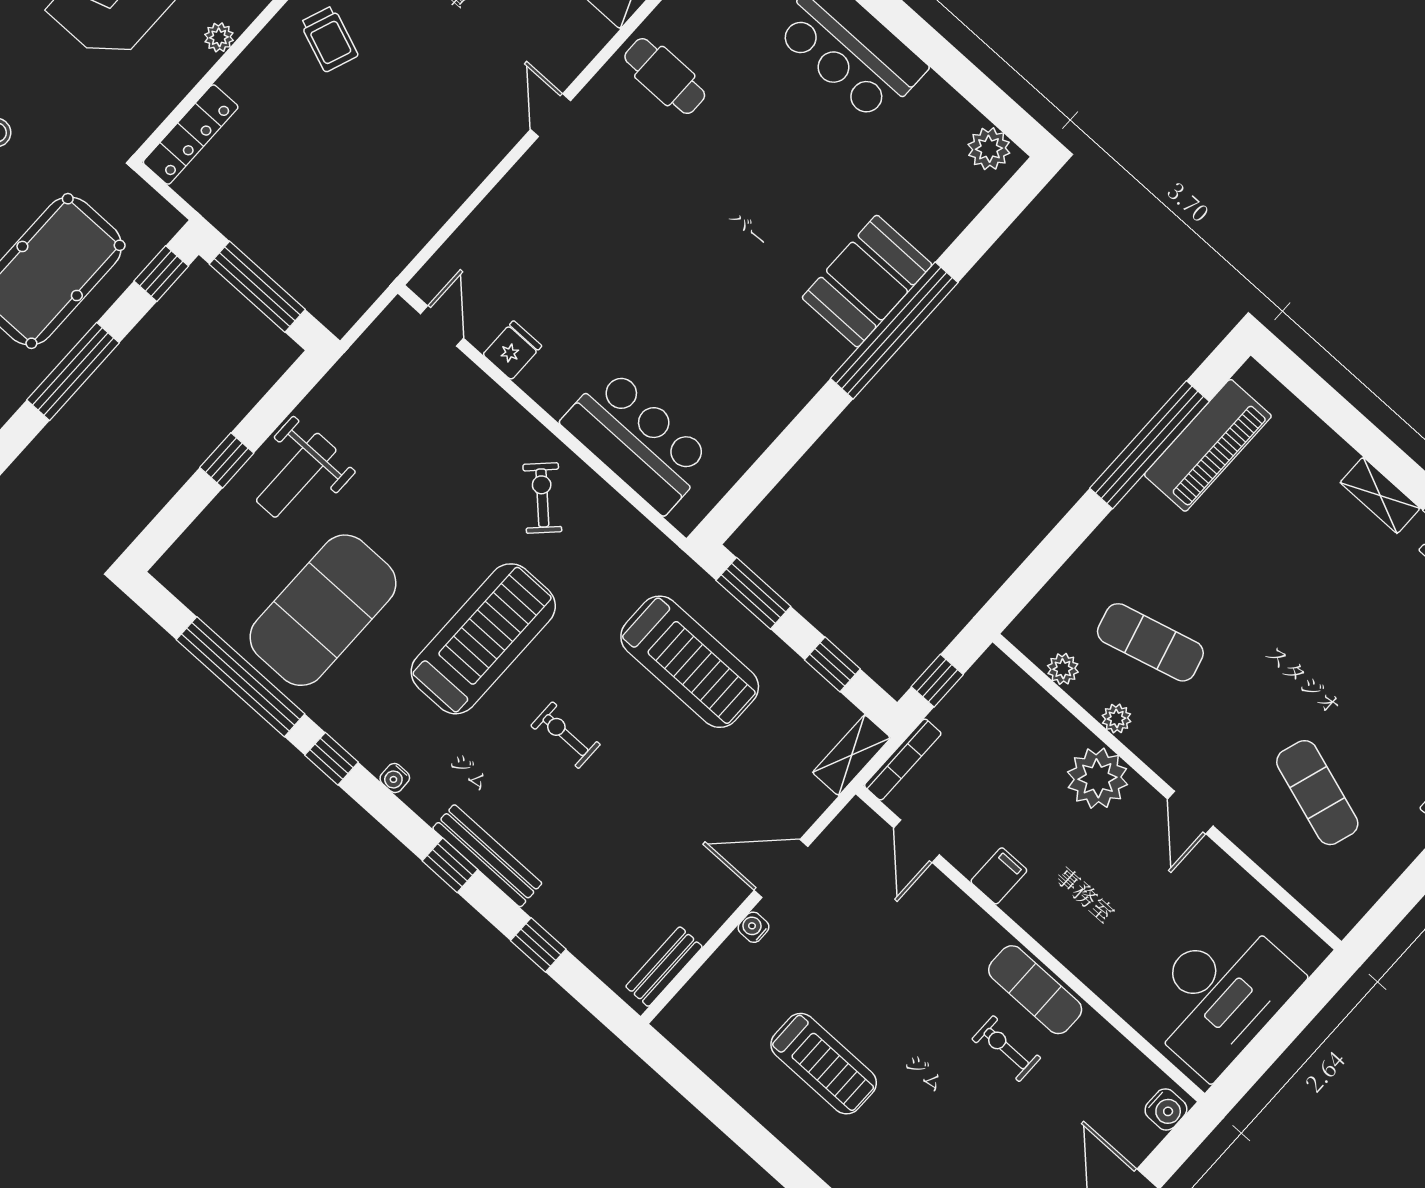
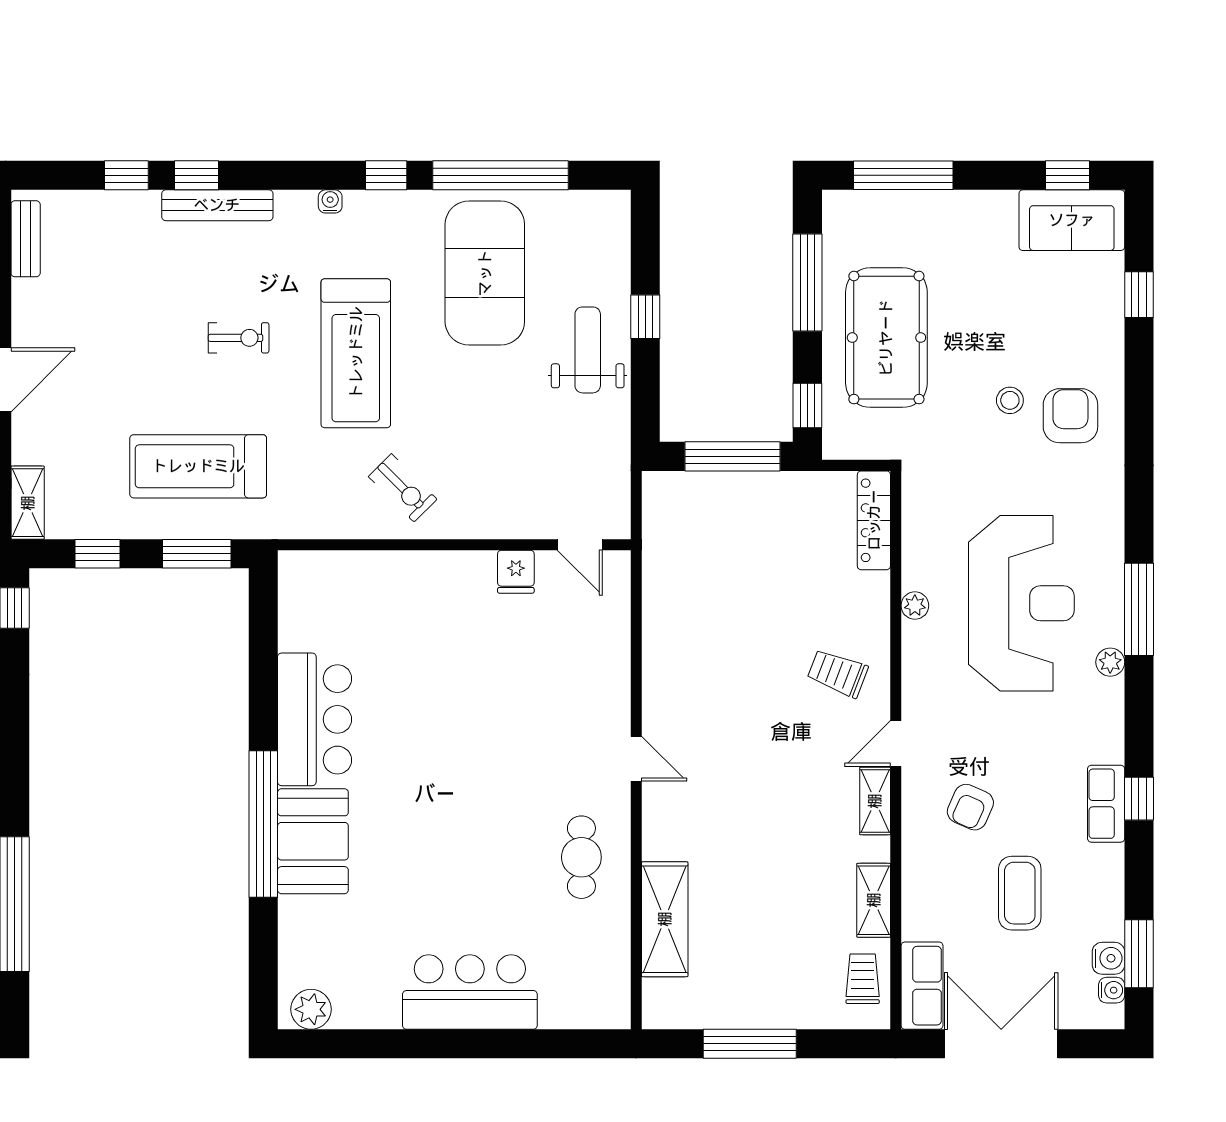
cafe table: (665, 76) -> (581, 857), turned 90
bar counter: (637, 441) -> (315, 719), moved, turned -90
window: (450, 865) -> (196, 175), moved

